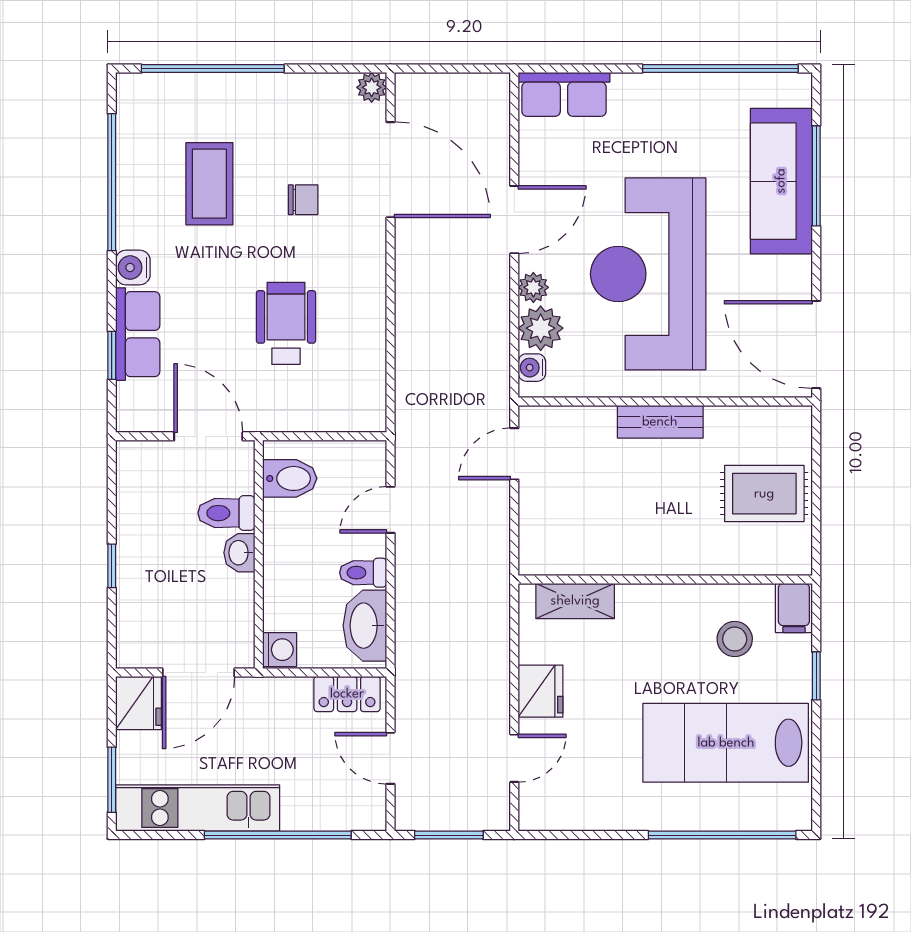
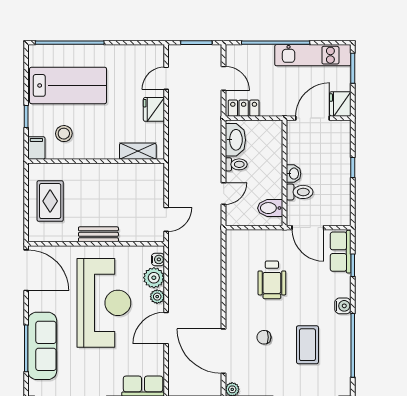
row of seats: (138, 334) -> (341, 252), moved
rug: (764, 494) -> (50, 201), turned 90
washing machine: (280, 650) -> (275, 129), removed

